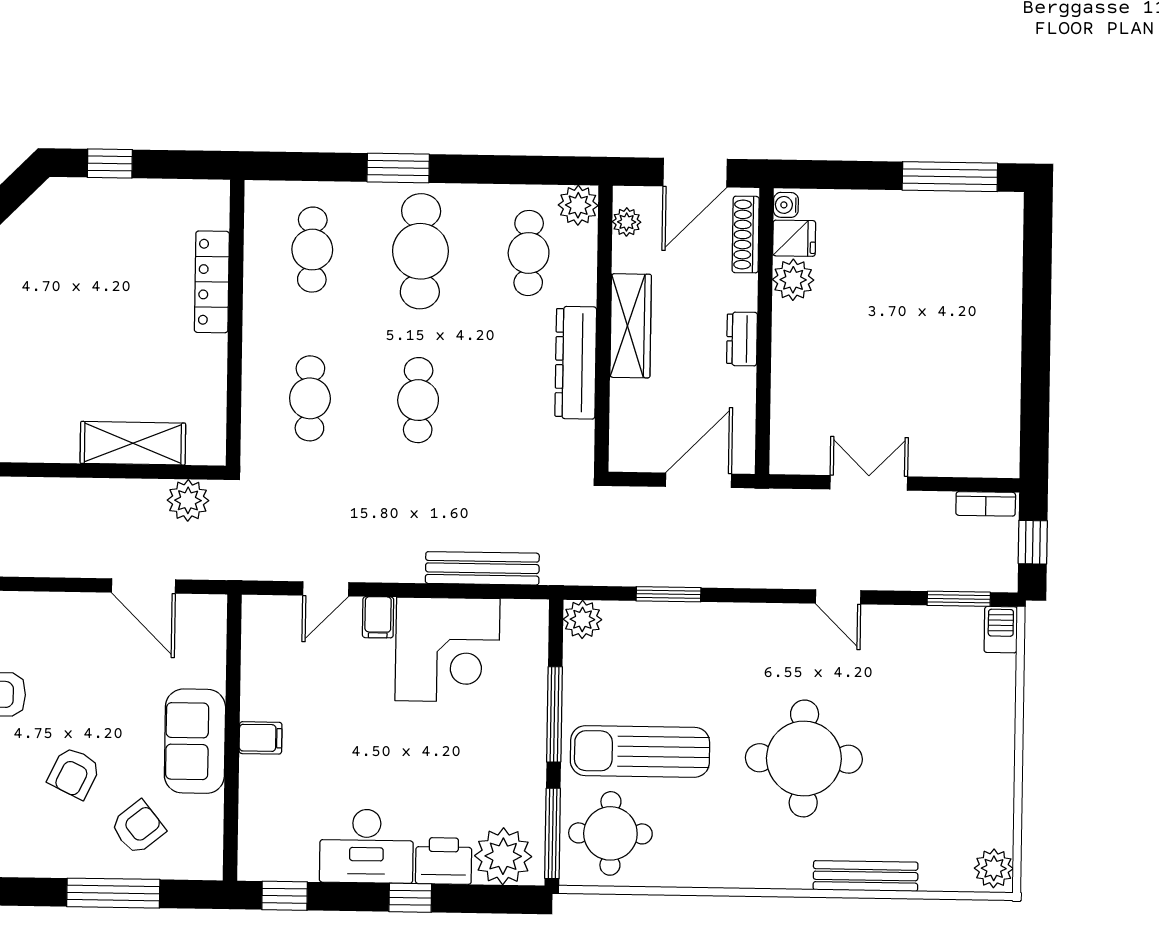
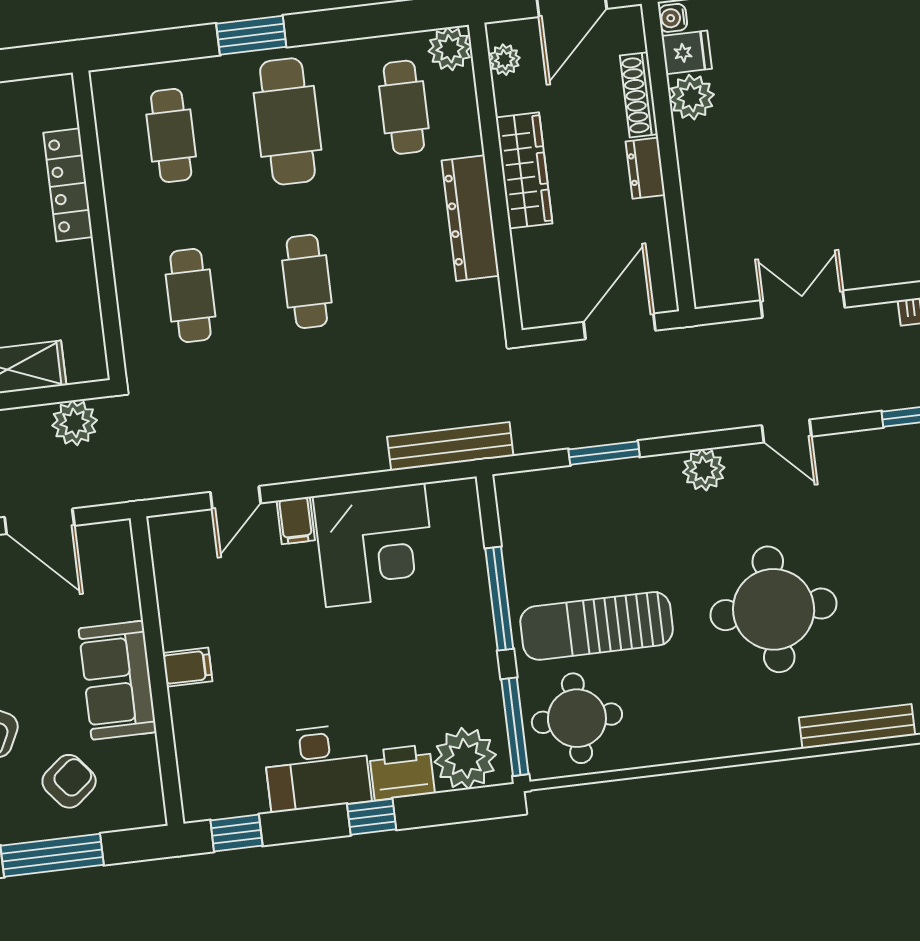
shoe rack: (746, 235) -> (639, 95), moved
bench: (482, 568) -> (450, 446), moved
plant: (582, 619) -> (704, 470), moved

